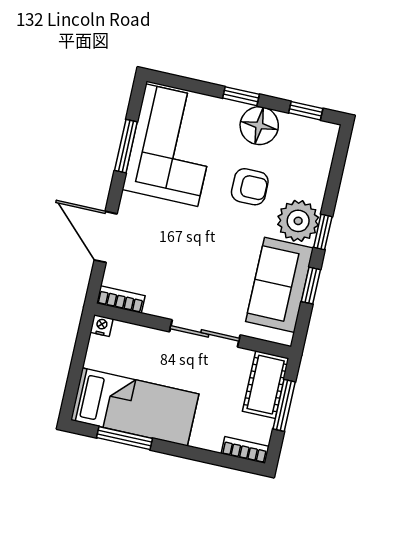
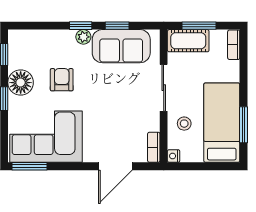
window: (126, 146) -> (30, 166), moved
plant: (298, 221) -> (83, 37), width x0.53, depth x0.53
stool: (146, 352) -> (184, 124), added

